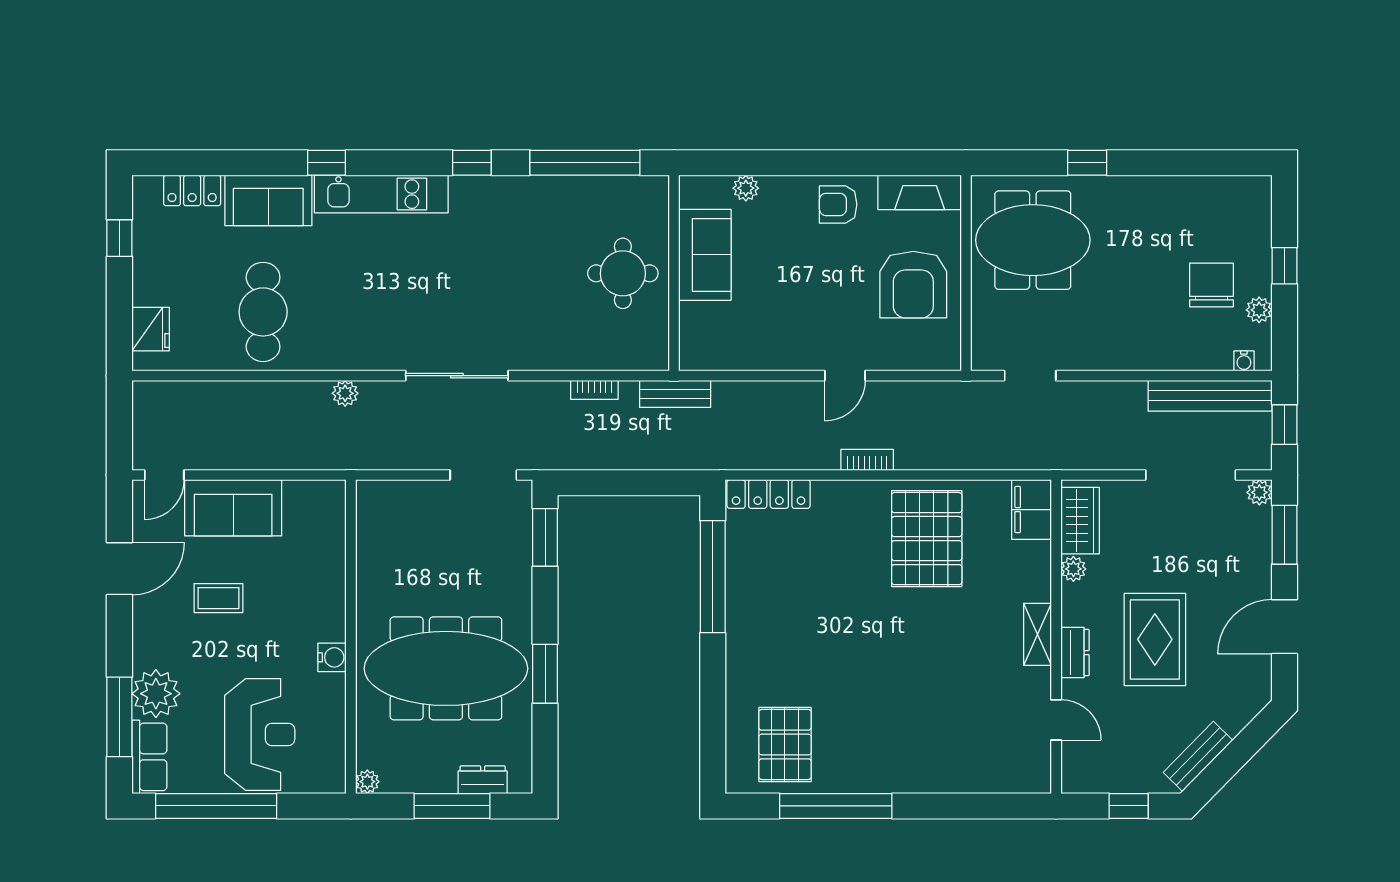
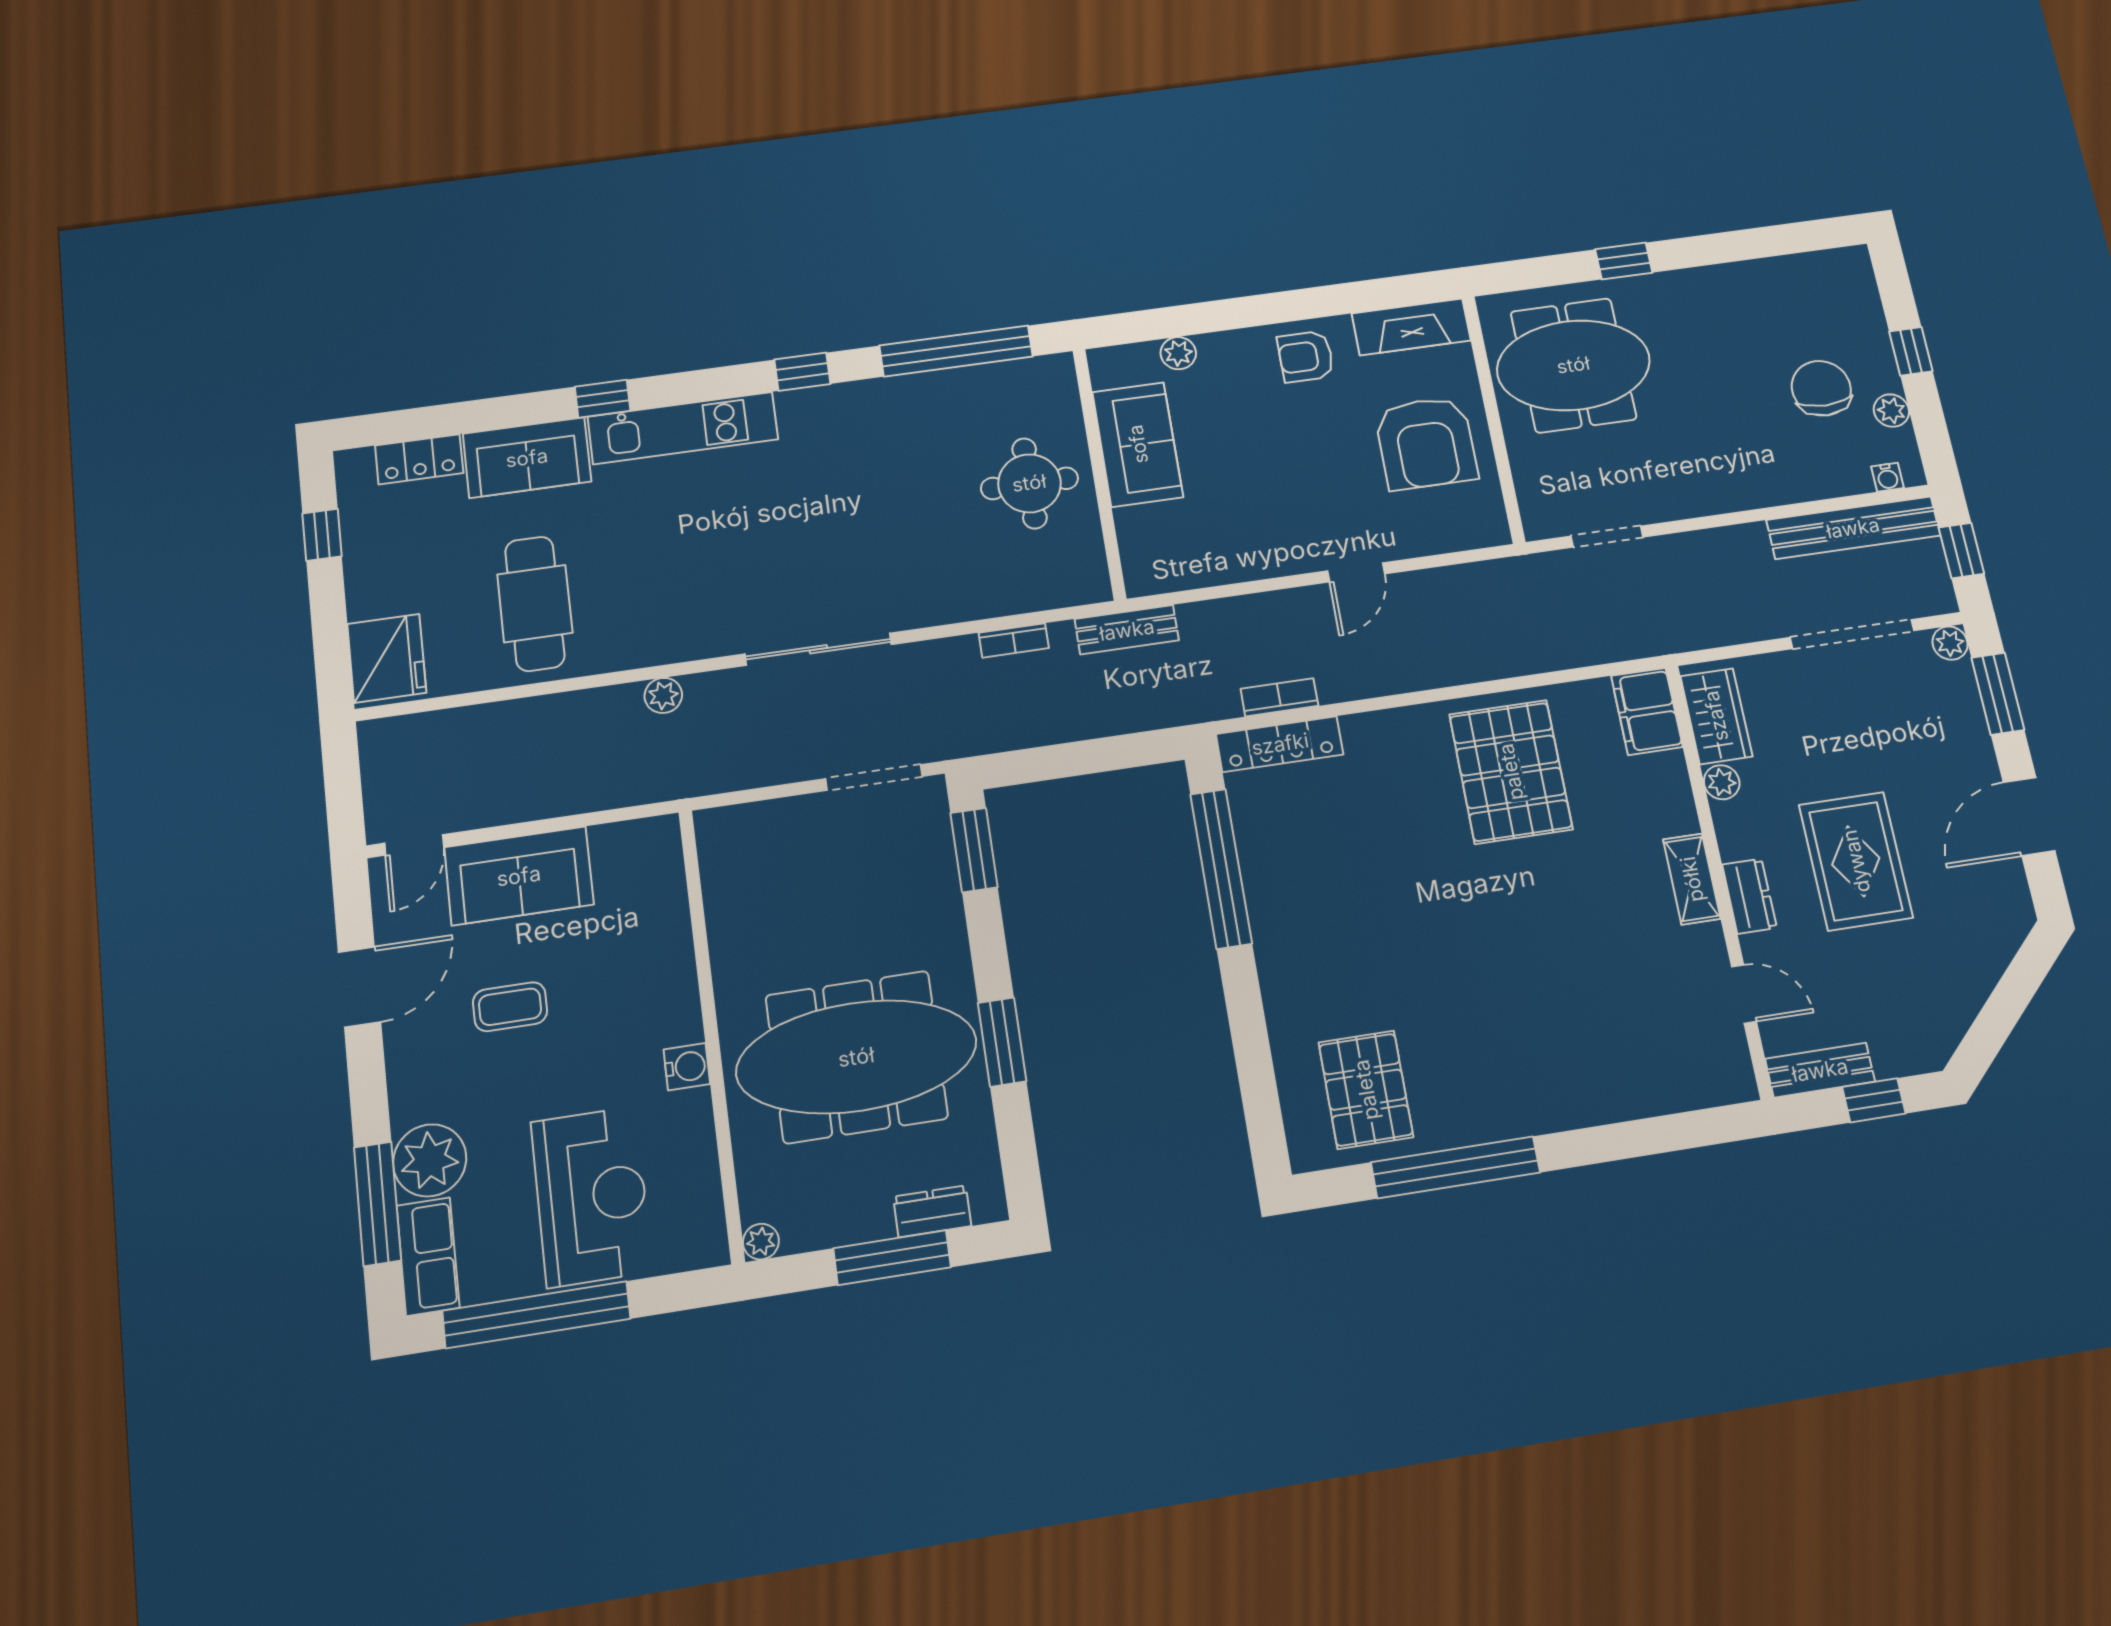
fridge: (151, 329) -> (387, 658), width x1.36, depth x1.34
bookcase: (867, 460) -> (1279, 697), moved
bench: (1198, 756) -> (1820, 1070), moved, turned 46

